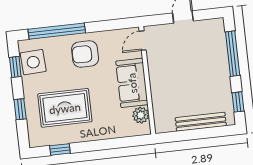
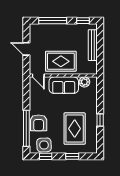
armchair: (85, 54) -> (39, 123), moved
rug: (169, 74) -> (61, 61), added
window: (60, 149) -> (100, 120), moved

